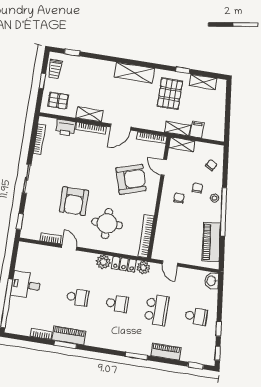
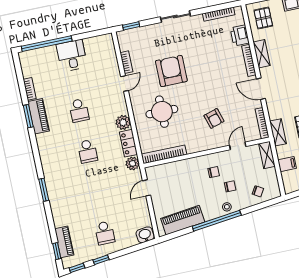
shelving: (178, 129) -> (278, 132), moved
armchair: (131, 179) -> (214, 118), width x0.53, depth x0.53
armchair: (74, 201) -> (171, 71), turned 90
school desk: (156, 310) -> (96, 192), removed
piano: (166, 352) -> (64, 242), moved

